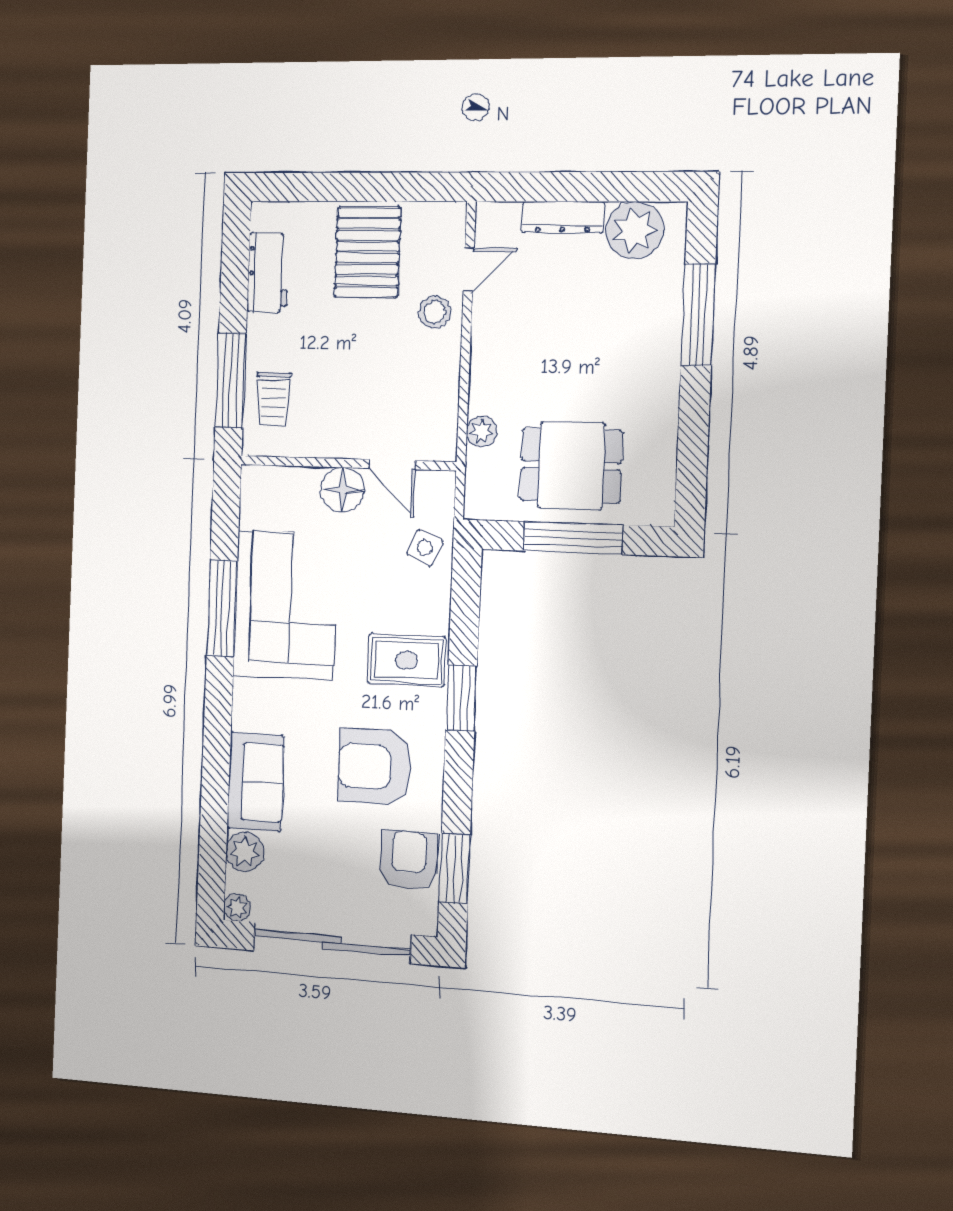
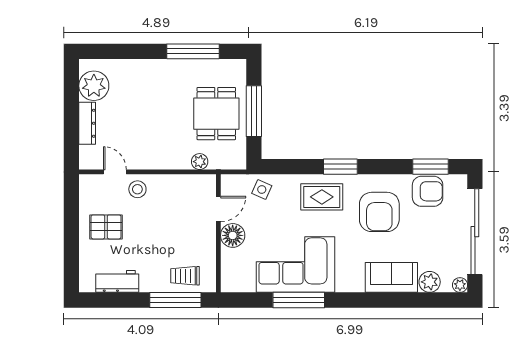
pallet: (368, 252) -> (106, 227), width x0.67, depth x0.71
window: (698, 315) -> (193, 51), moved
trolley: (273, 399) -> (185, 276), turned 180
rug: (406, 660) -> (322, 197), turned 90
armchair: (409, 860) -> (428, 191), turned 180

